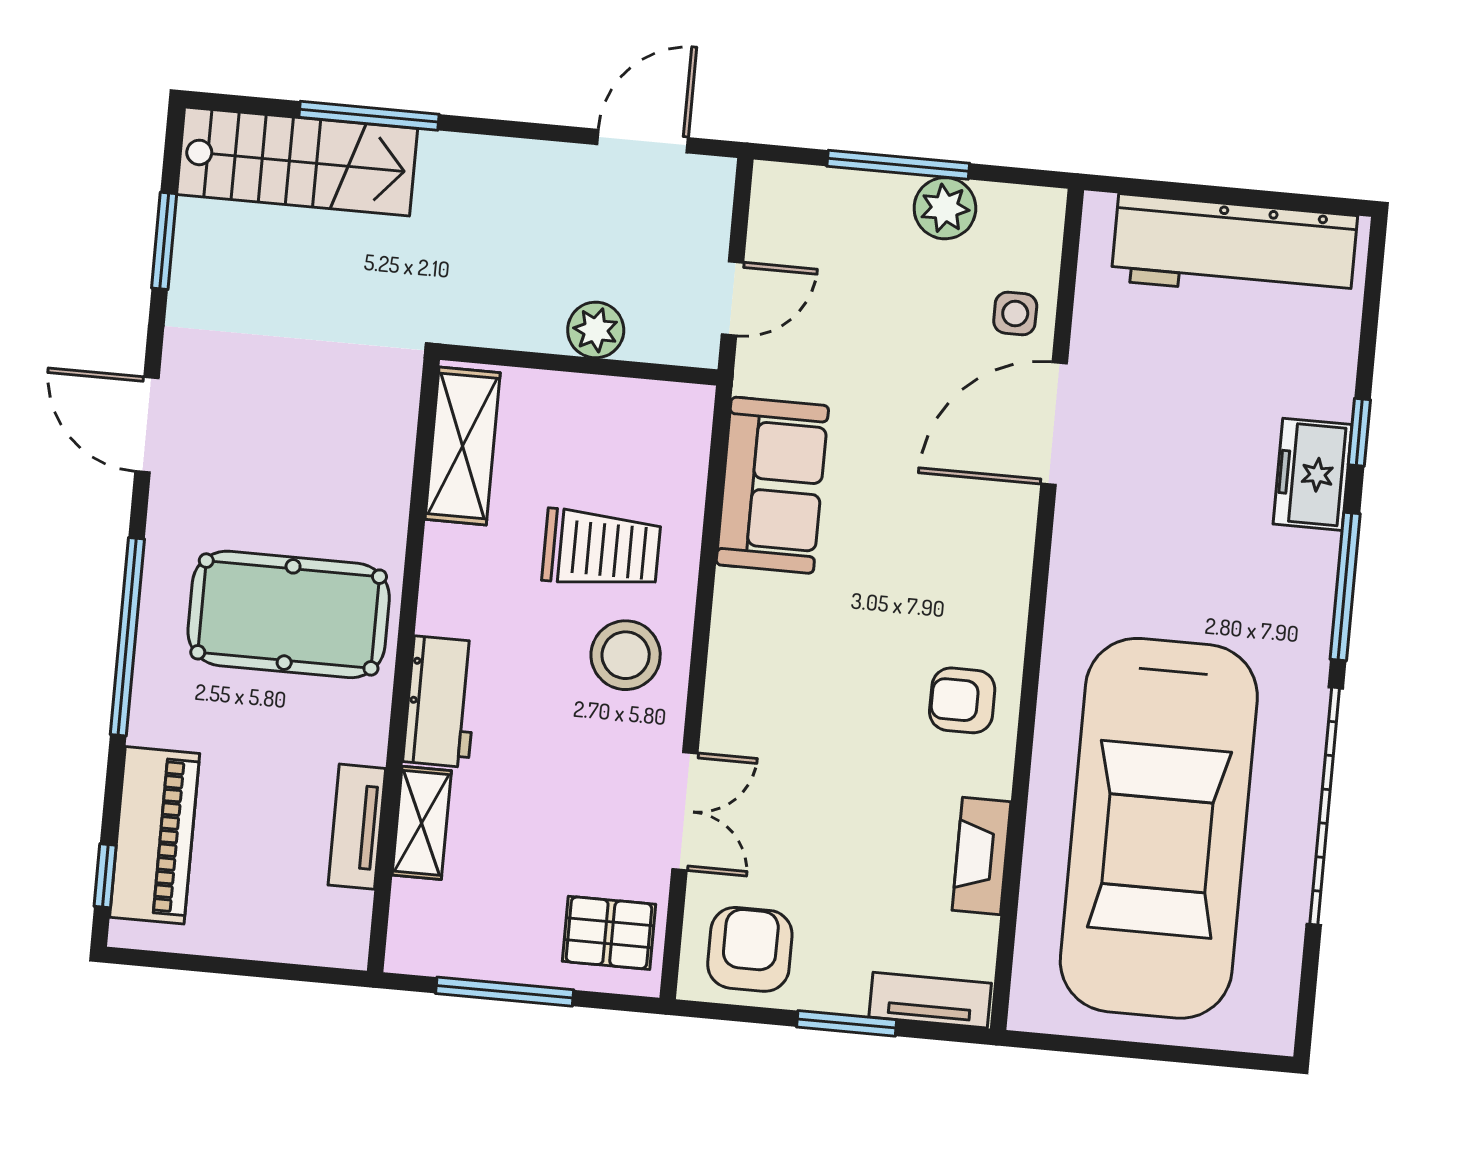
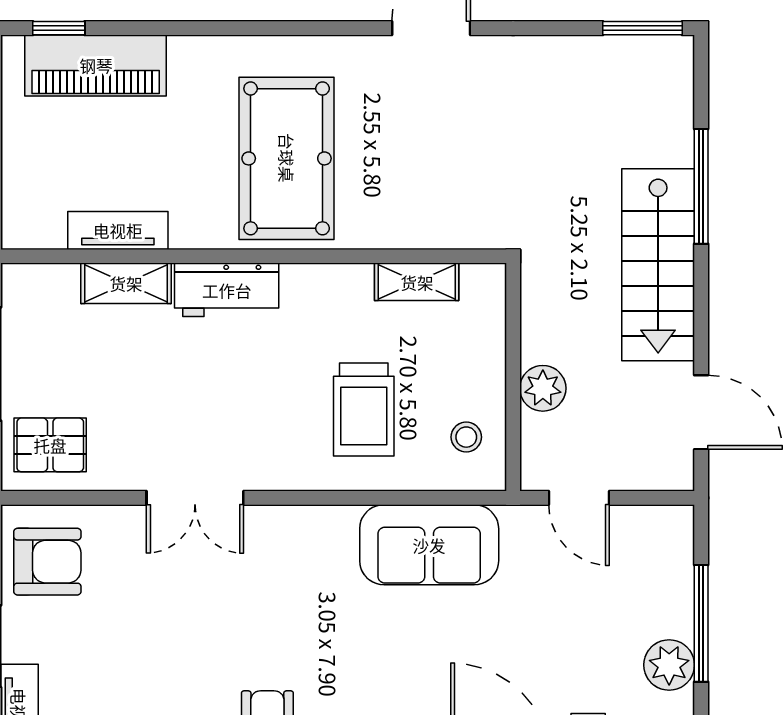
stairs: (297, 162) -> (658, 265), moved
window: (164, 241) -> (643, 28), moved
shelving: (463, 446) -> (417, 282), width x0.67, depth x0.75
window: (127, 637) -> (256, 28), removed
stool: (626, 655) -> (466, 437), moved, width x0.53, depth x0.53
double door: (685, 811) -> (195, 498), moved
pallet: (609, 933) -> (50, 445), turned 90

